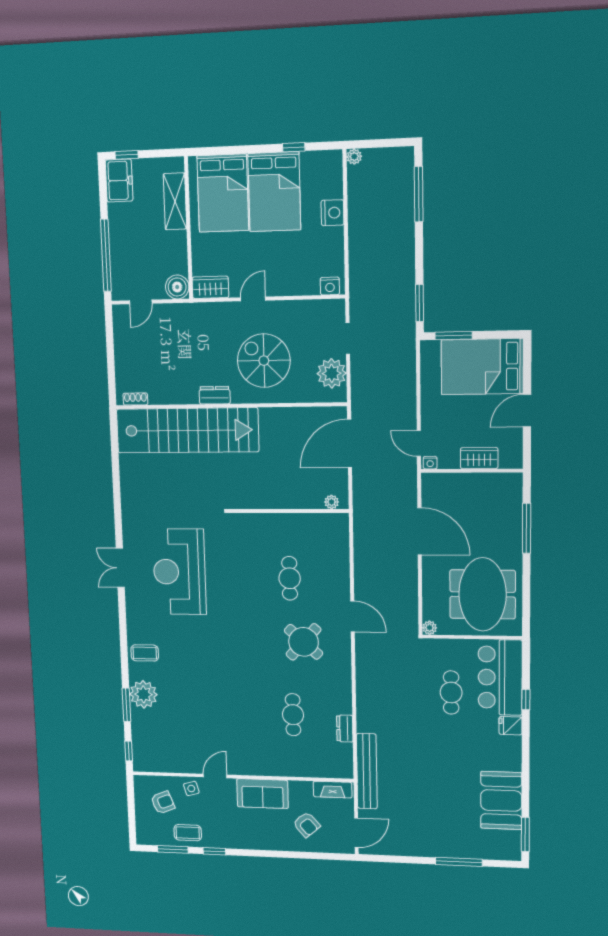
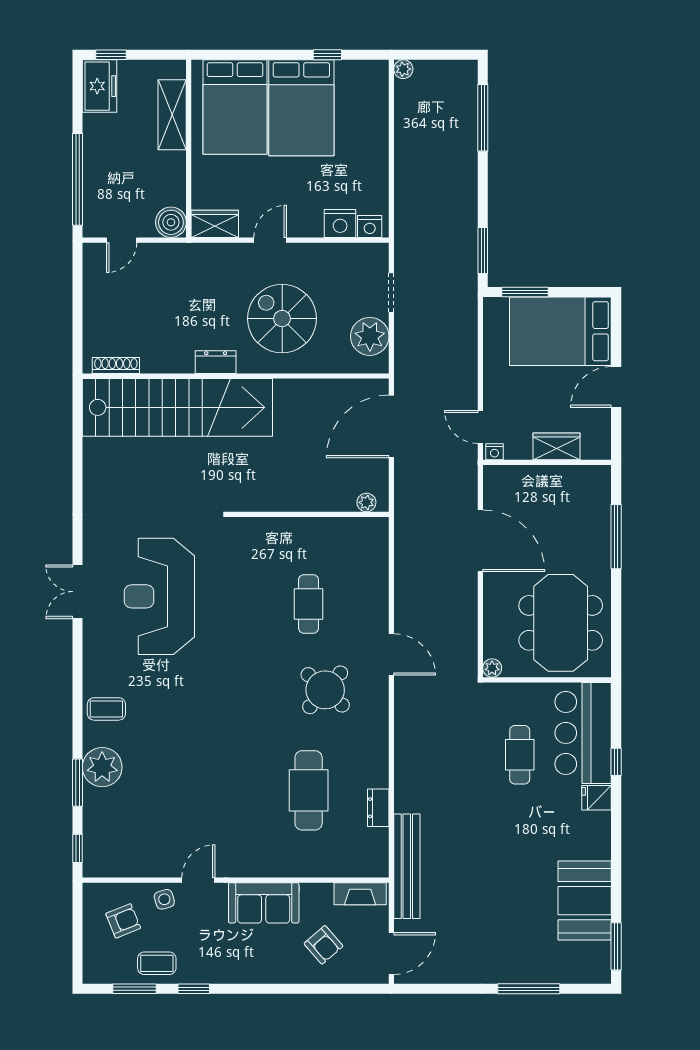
nightstand: (332, 213) -> (340, 224), moved, turned 90
shoe rack: (135, 399) -> (116, 365), width x1.43
cafe table: (293, 715) -> (309, 790), width x1.37, depth x1.35

